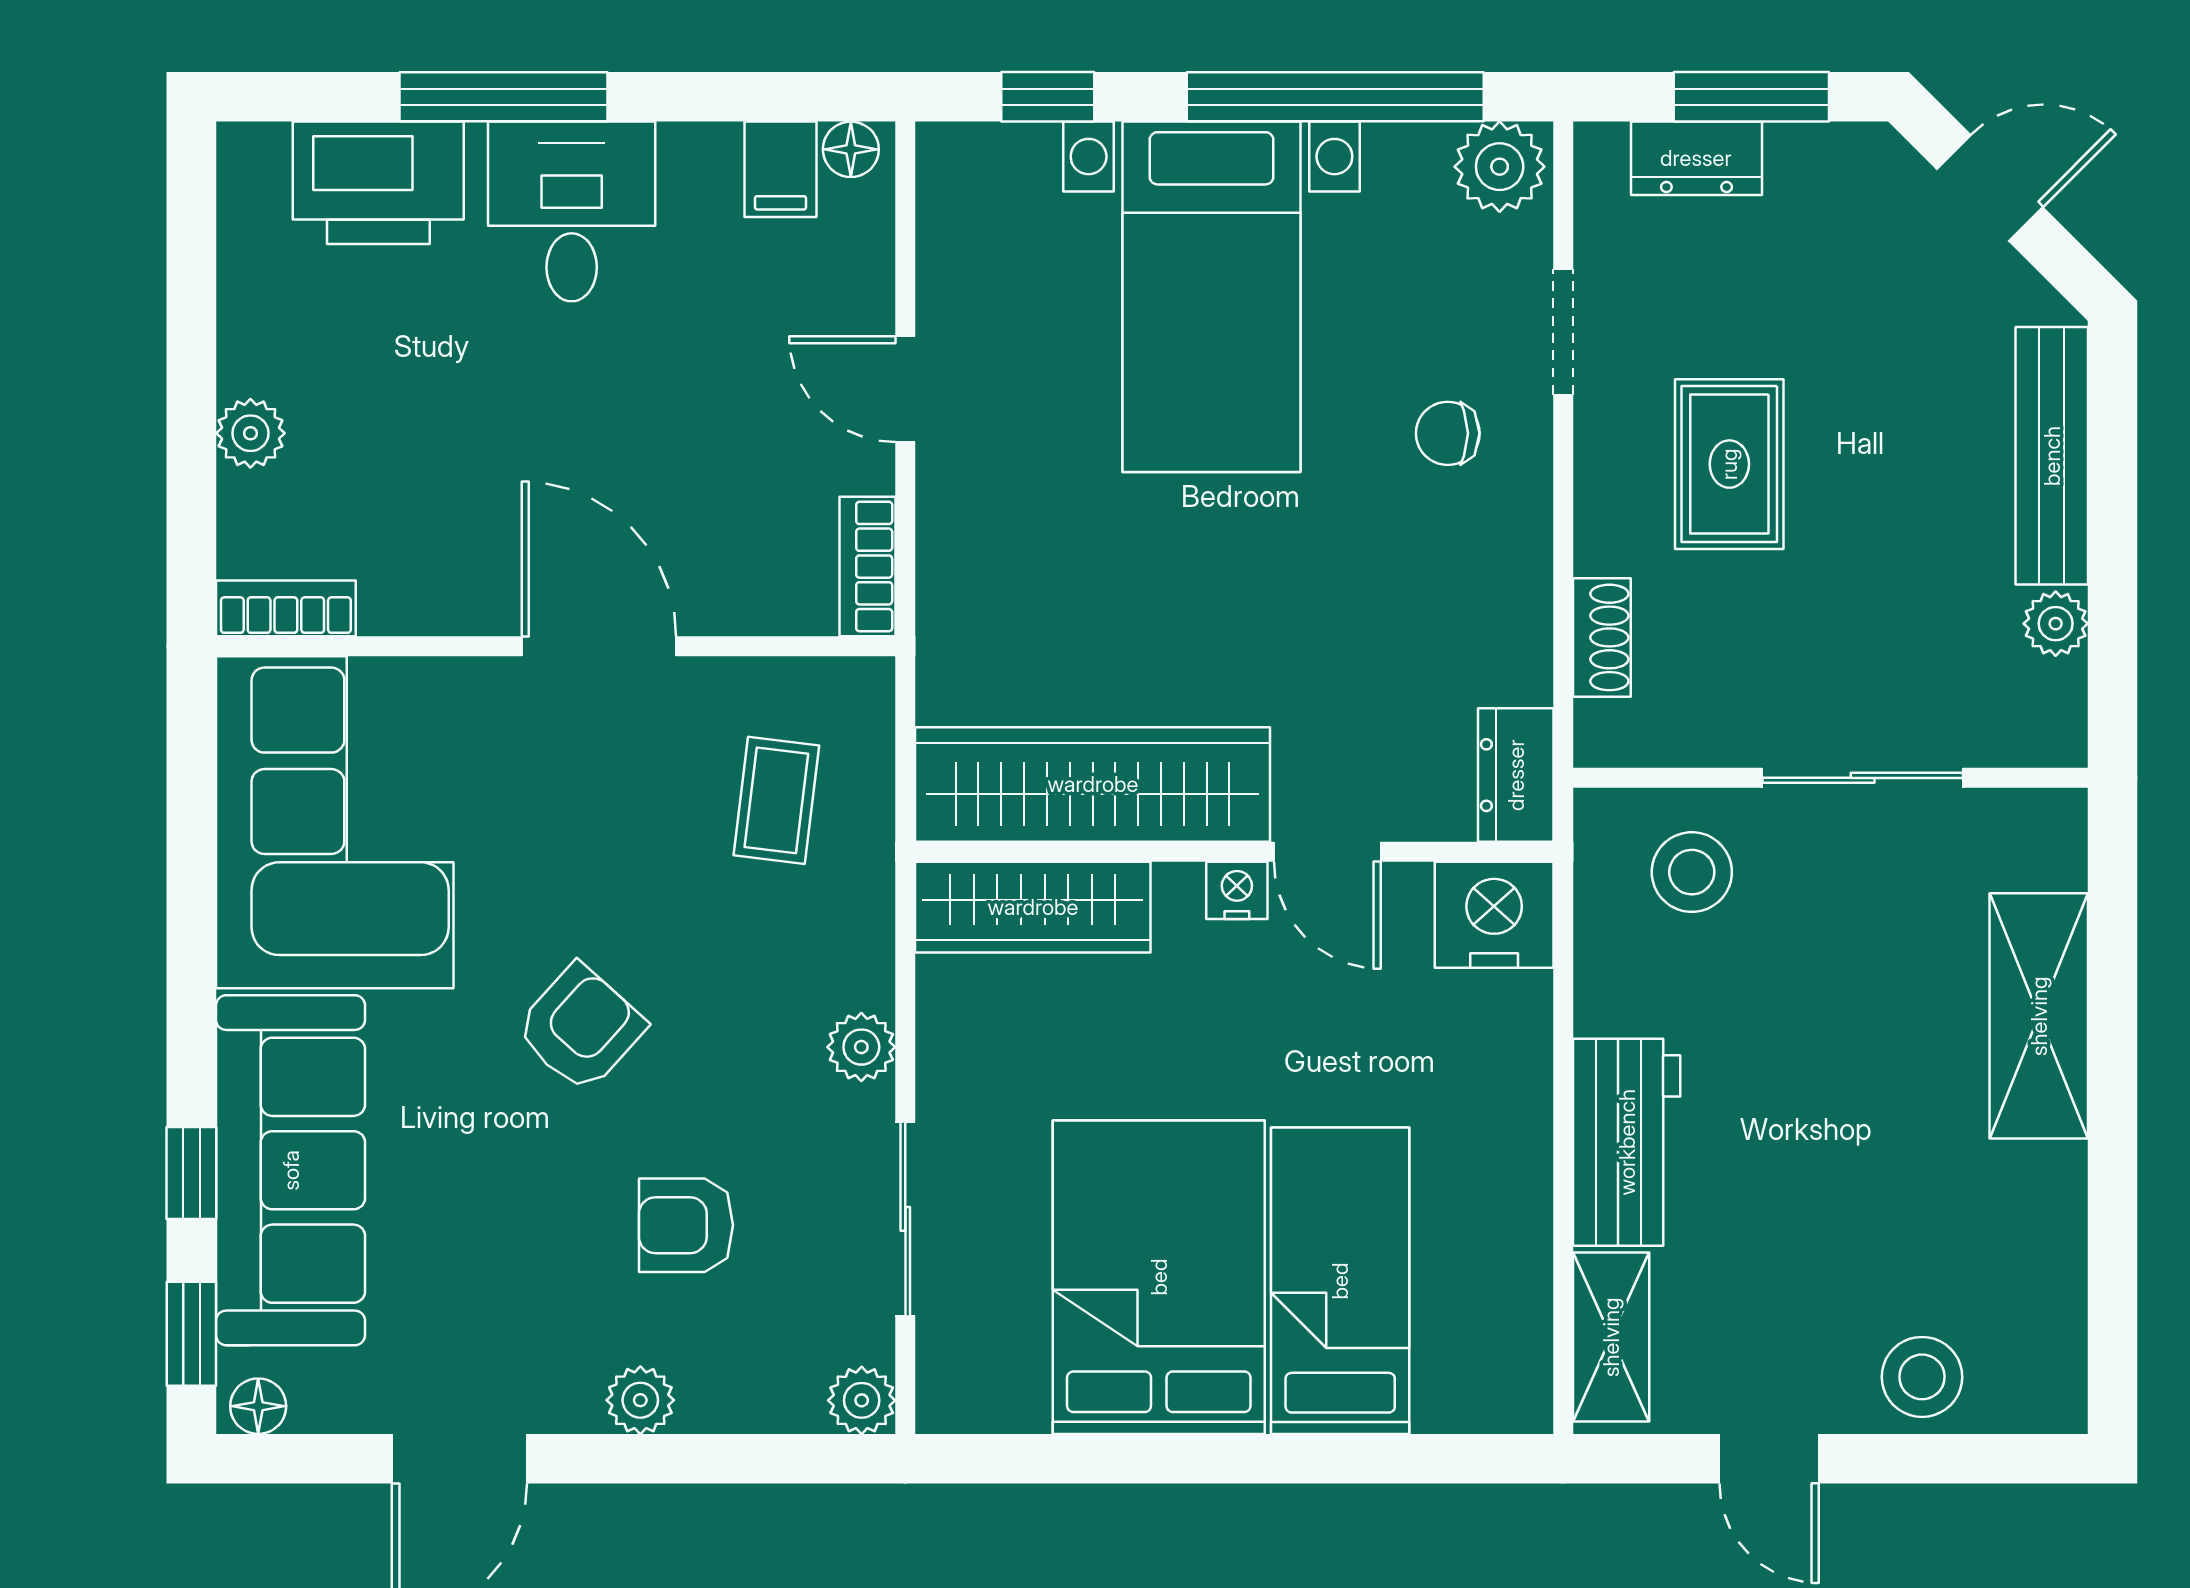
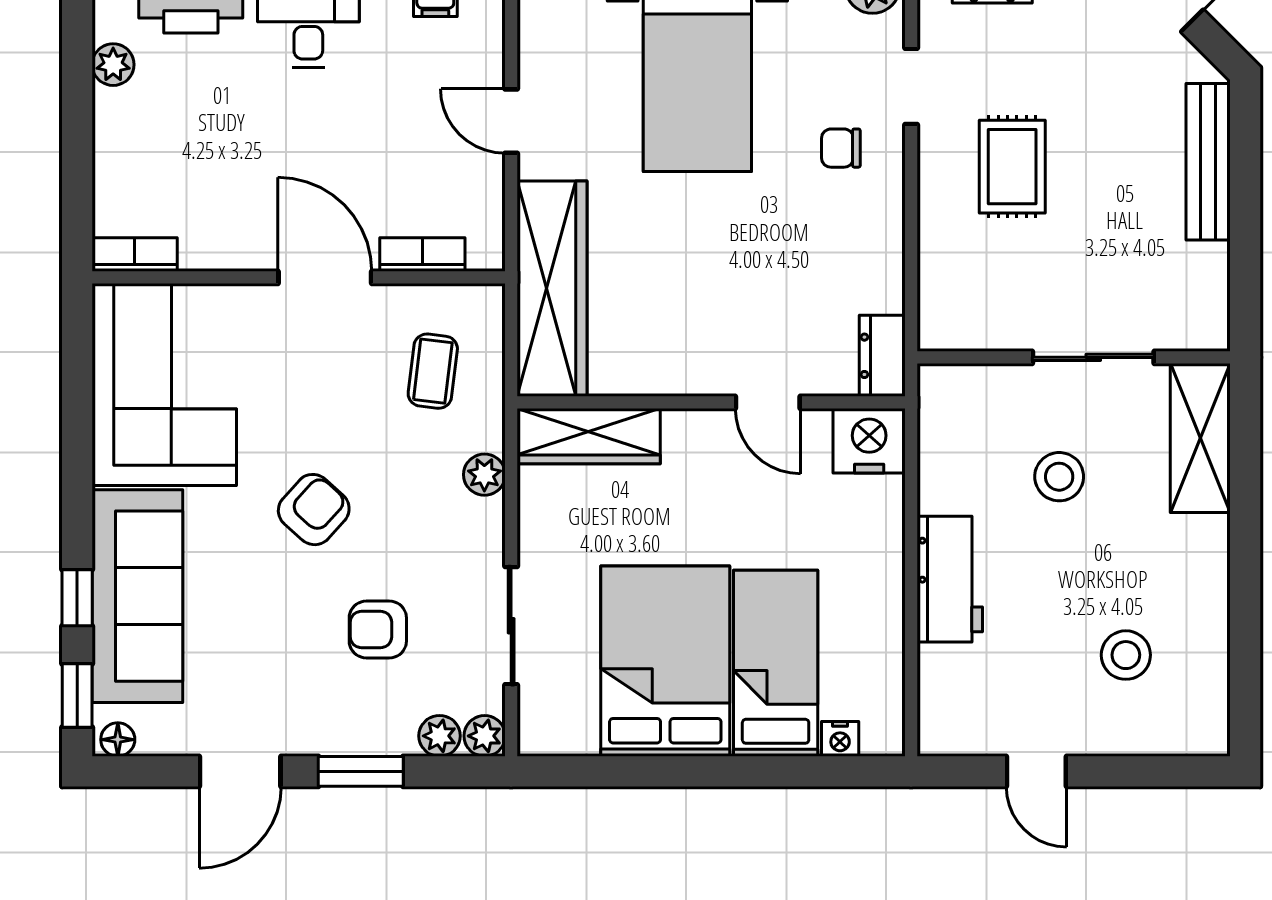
plant: (250, 433) -> (113, 65), moved
bookcase: (867, 567) -> (422, 254), moved, turned 90
plant: (2056, 624) -> (1211, 264), removed
shoe rack: (1602, 637) -> (935, 272), removed
wardrobe: (1093, 784) -> (552, 289), moved, turned 90
stool: (1692, 872) -> (1059, 477), moved
nightstand: (1237, 890) -> (840, 739), moved, turned 180
shelving: (2039, 1016) -> (1200, 438), moved
plant: (861, 1047) -> (484, 475), moved
shelving: (1611, 1337) -> (940, 697), removed
stool: (1922, 1377) -> (1126, 655), moved
plant: (640, 1400) -> (440, 736), moved
window: (658, 1459) -> (361, 771), added

